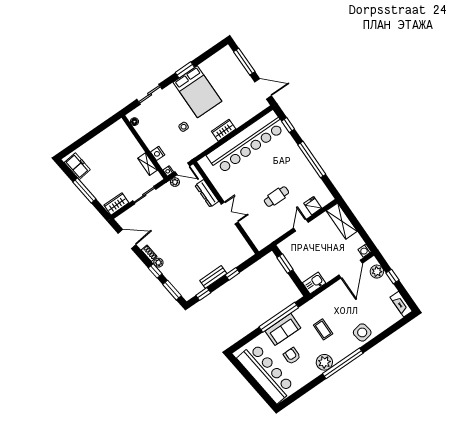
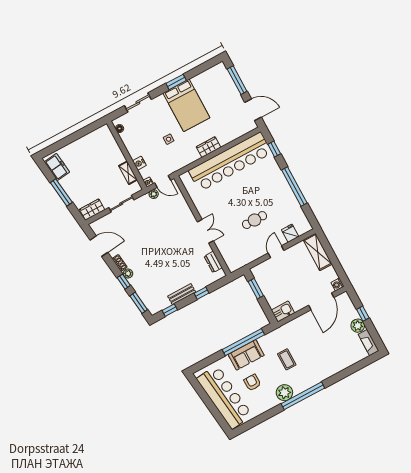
dresser: (207, 193) -> (213, 262), moved, width x0.70
plant: (377, 272) -> (358, 326), moved
side table: (362, 332) -> (326, 367), removed

